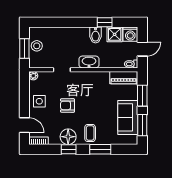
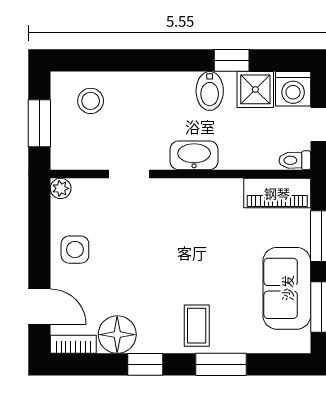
stool: (37, 46) -> (91, 101), moved
armchair: (67, 105) -> (143, 260), removed
floor lamp: (68, 137) -> (117, 335), moved

